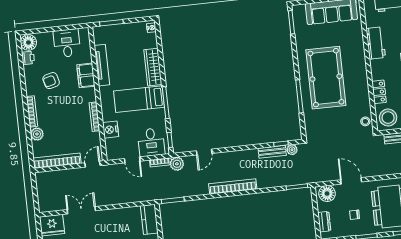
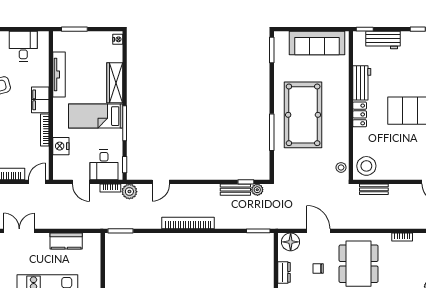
filing cabinet: (86, 75) -> (40, 100), moved
locker: (379, 92) -> (360, 114), moved
kitchen counter: (149, 219) -> (66, 241), moved, turned -90

